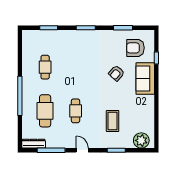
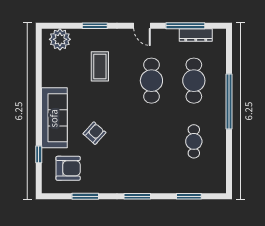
sofa: (145, 78) -> (54, 118), width x1.36
cafe table: (76, 111) -> (151, 81), width x1.37, depth x1.35
dresser: (34, 144) -> (196, 35), moved

